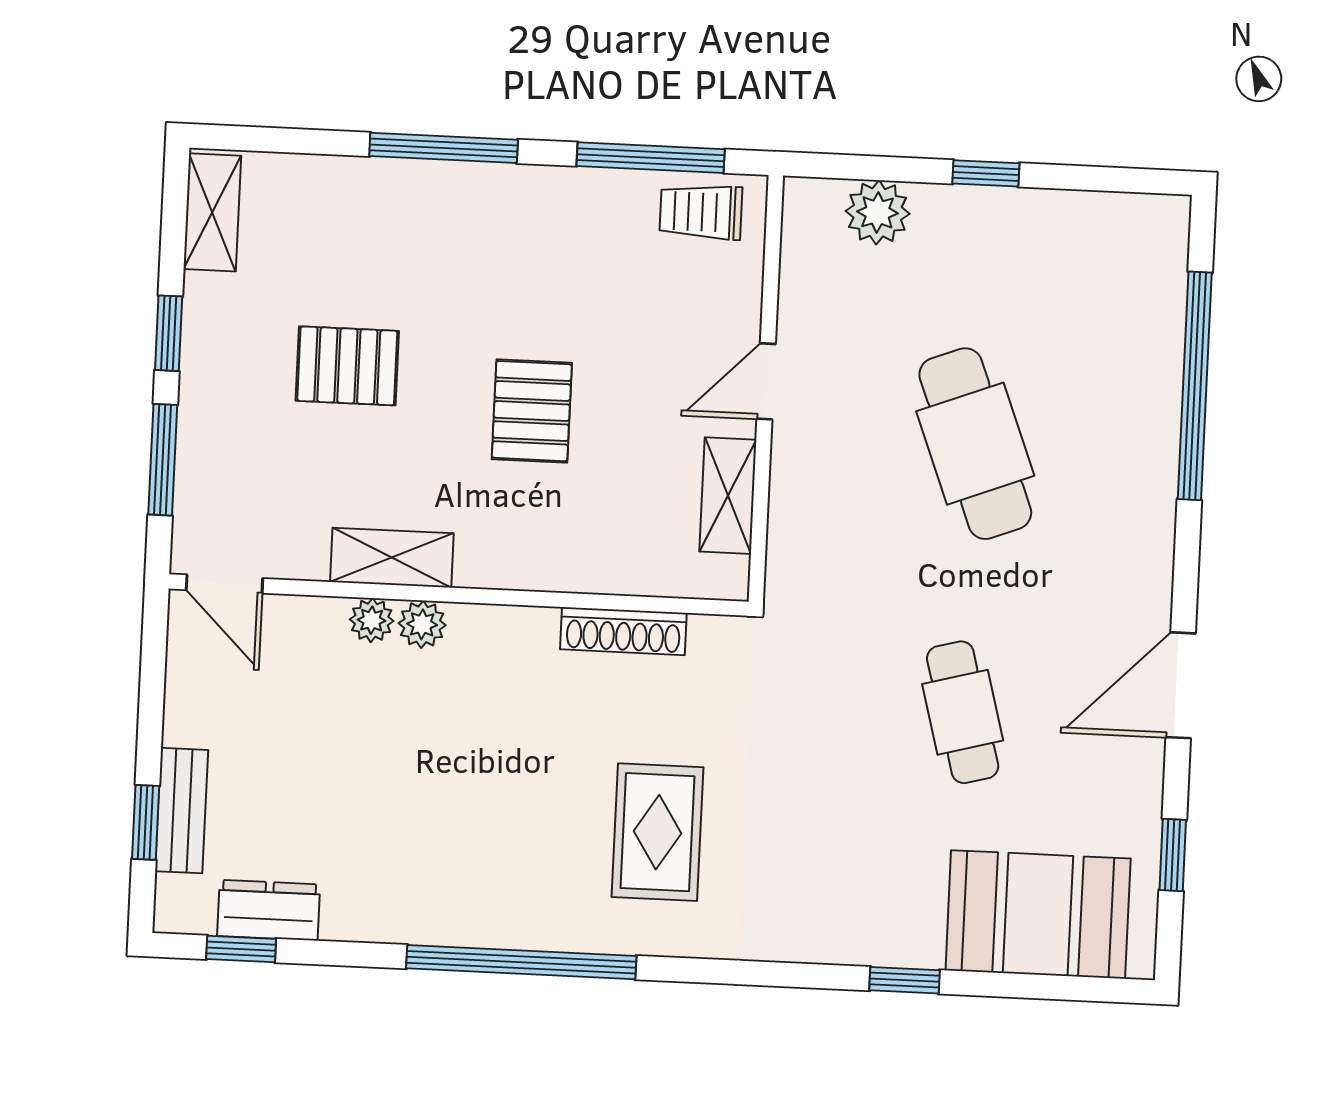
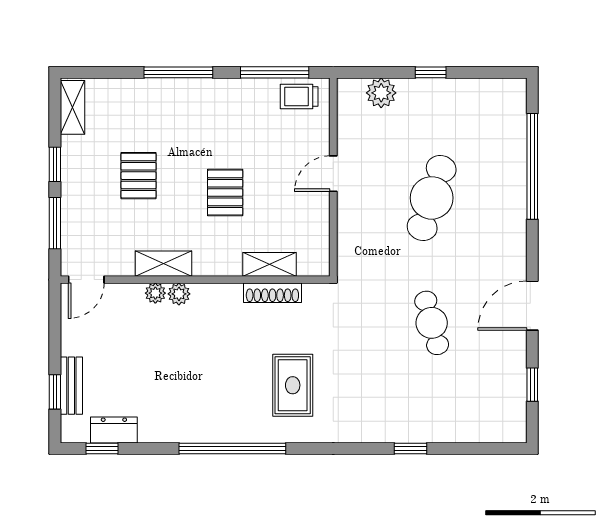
pallet: (347, 366) -> (139, 176), turned 90
cafe table: (975, 444) -> (432, 198), turned 39
shelving: (728, 496) -> (270, 264), moved, turned 90
door: (224, 584) -> (86, 280), hinge flipped
booth: (1038, 914) -> (471, 415), removed

